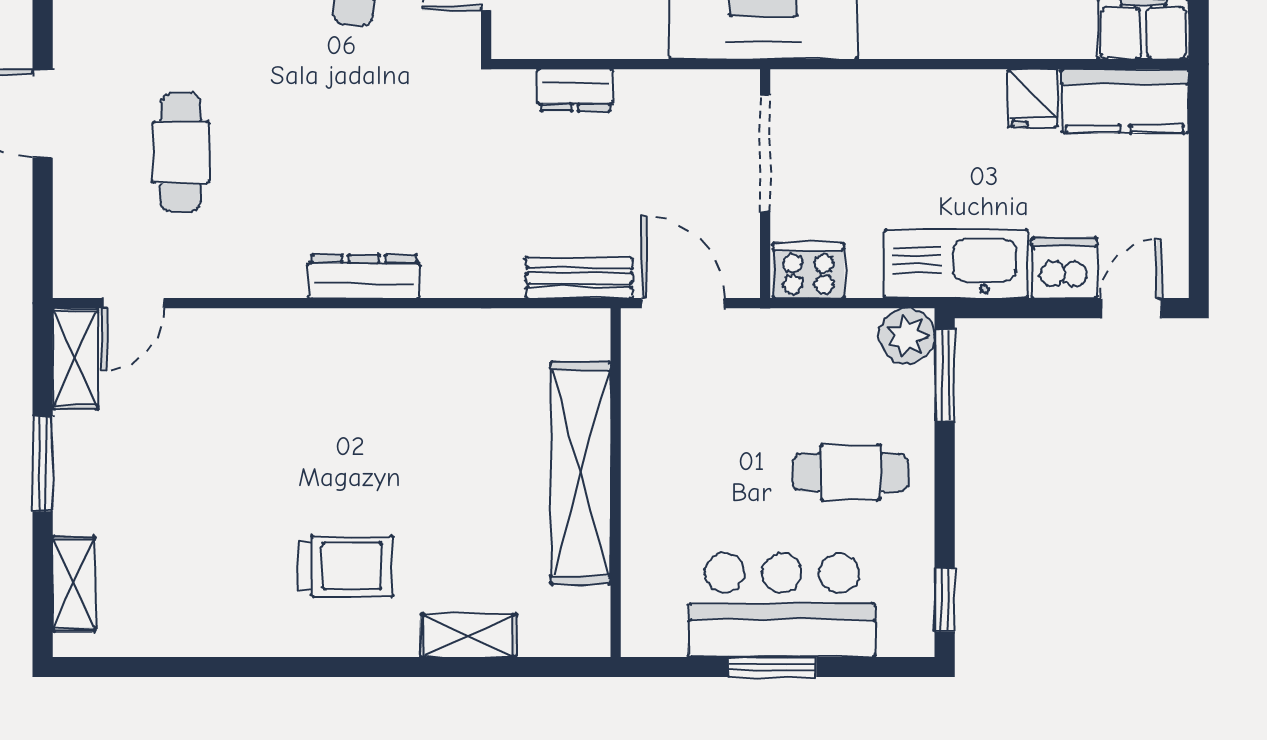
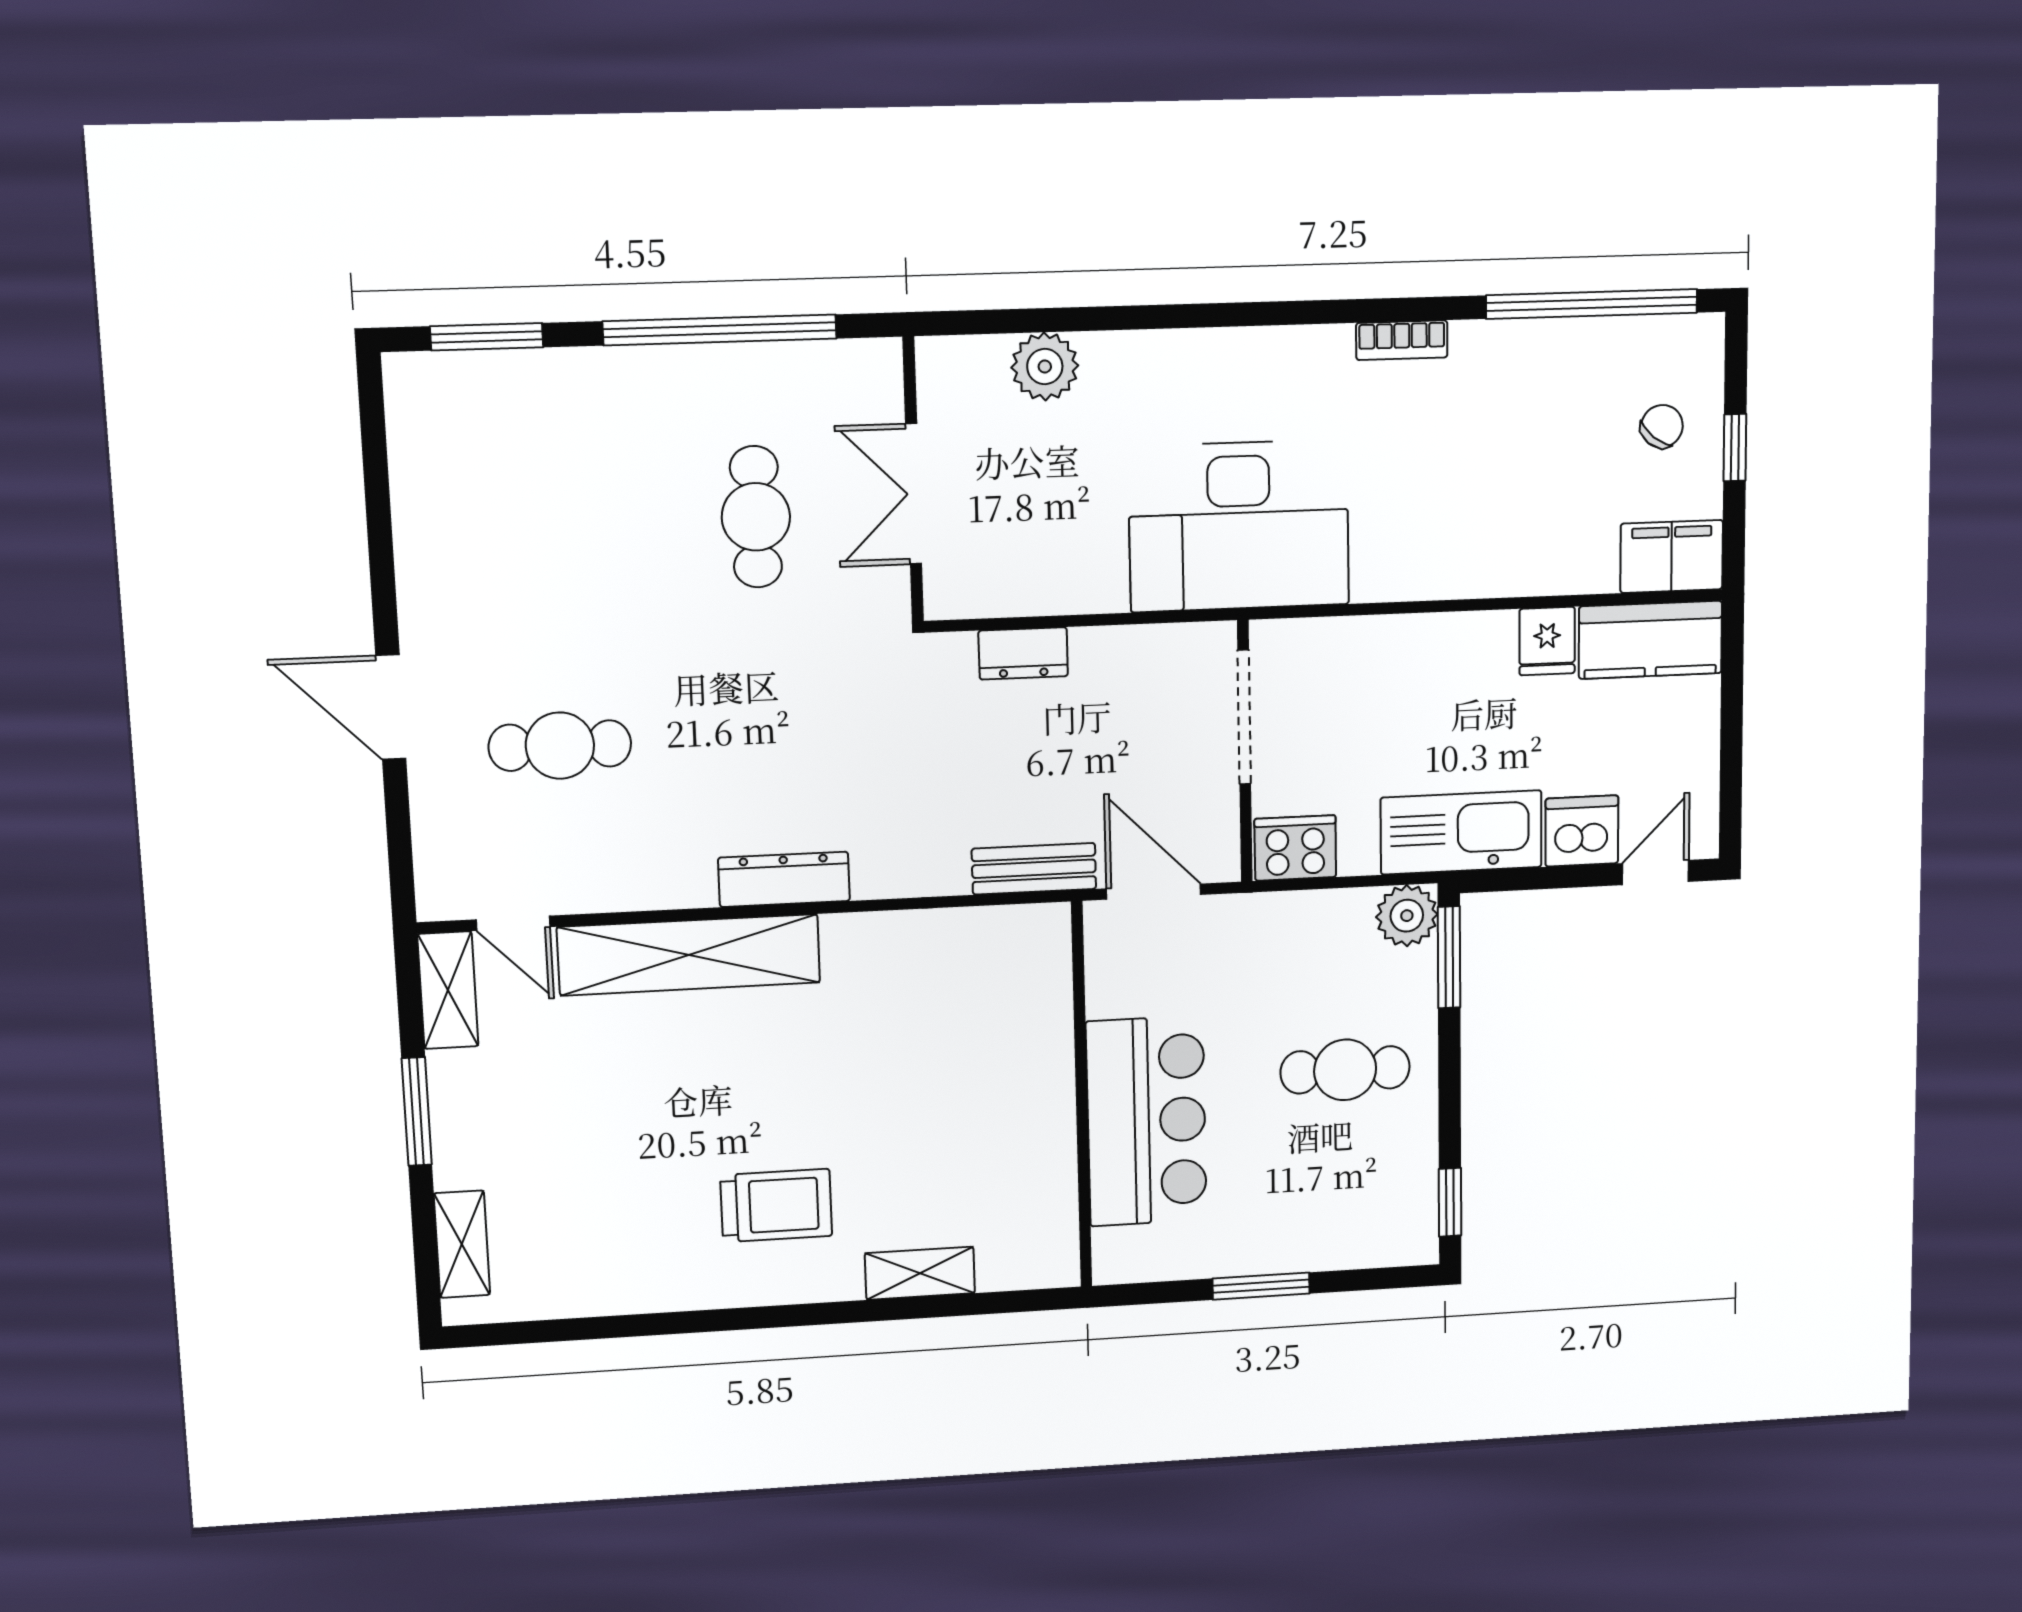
cafe table: (181, 152) -> (560, 746), turned 90
door: (133, 303) -> (513, 923), hinge flipped
shelving: (581, 473) -> (689, 955), moved, turned 90
bar counter: (782, 605) -> (1146, 1121), moved, turned 90

